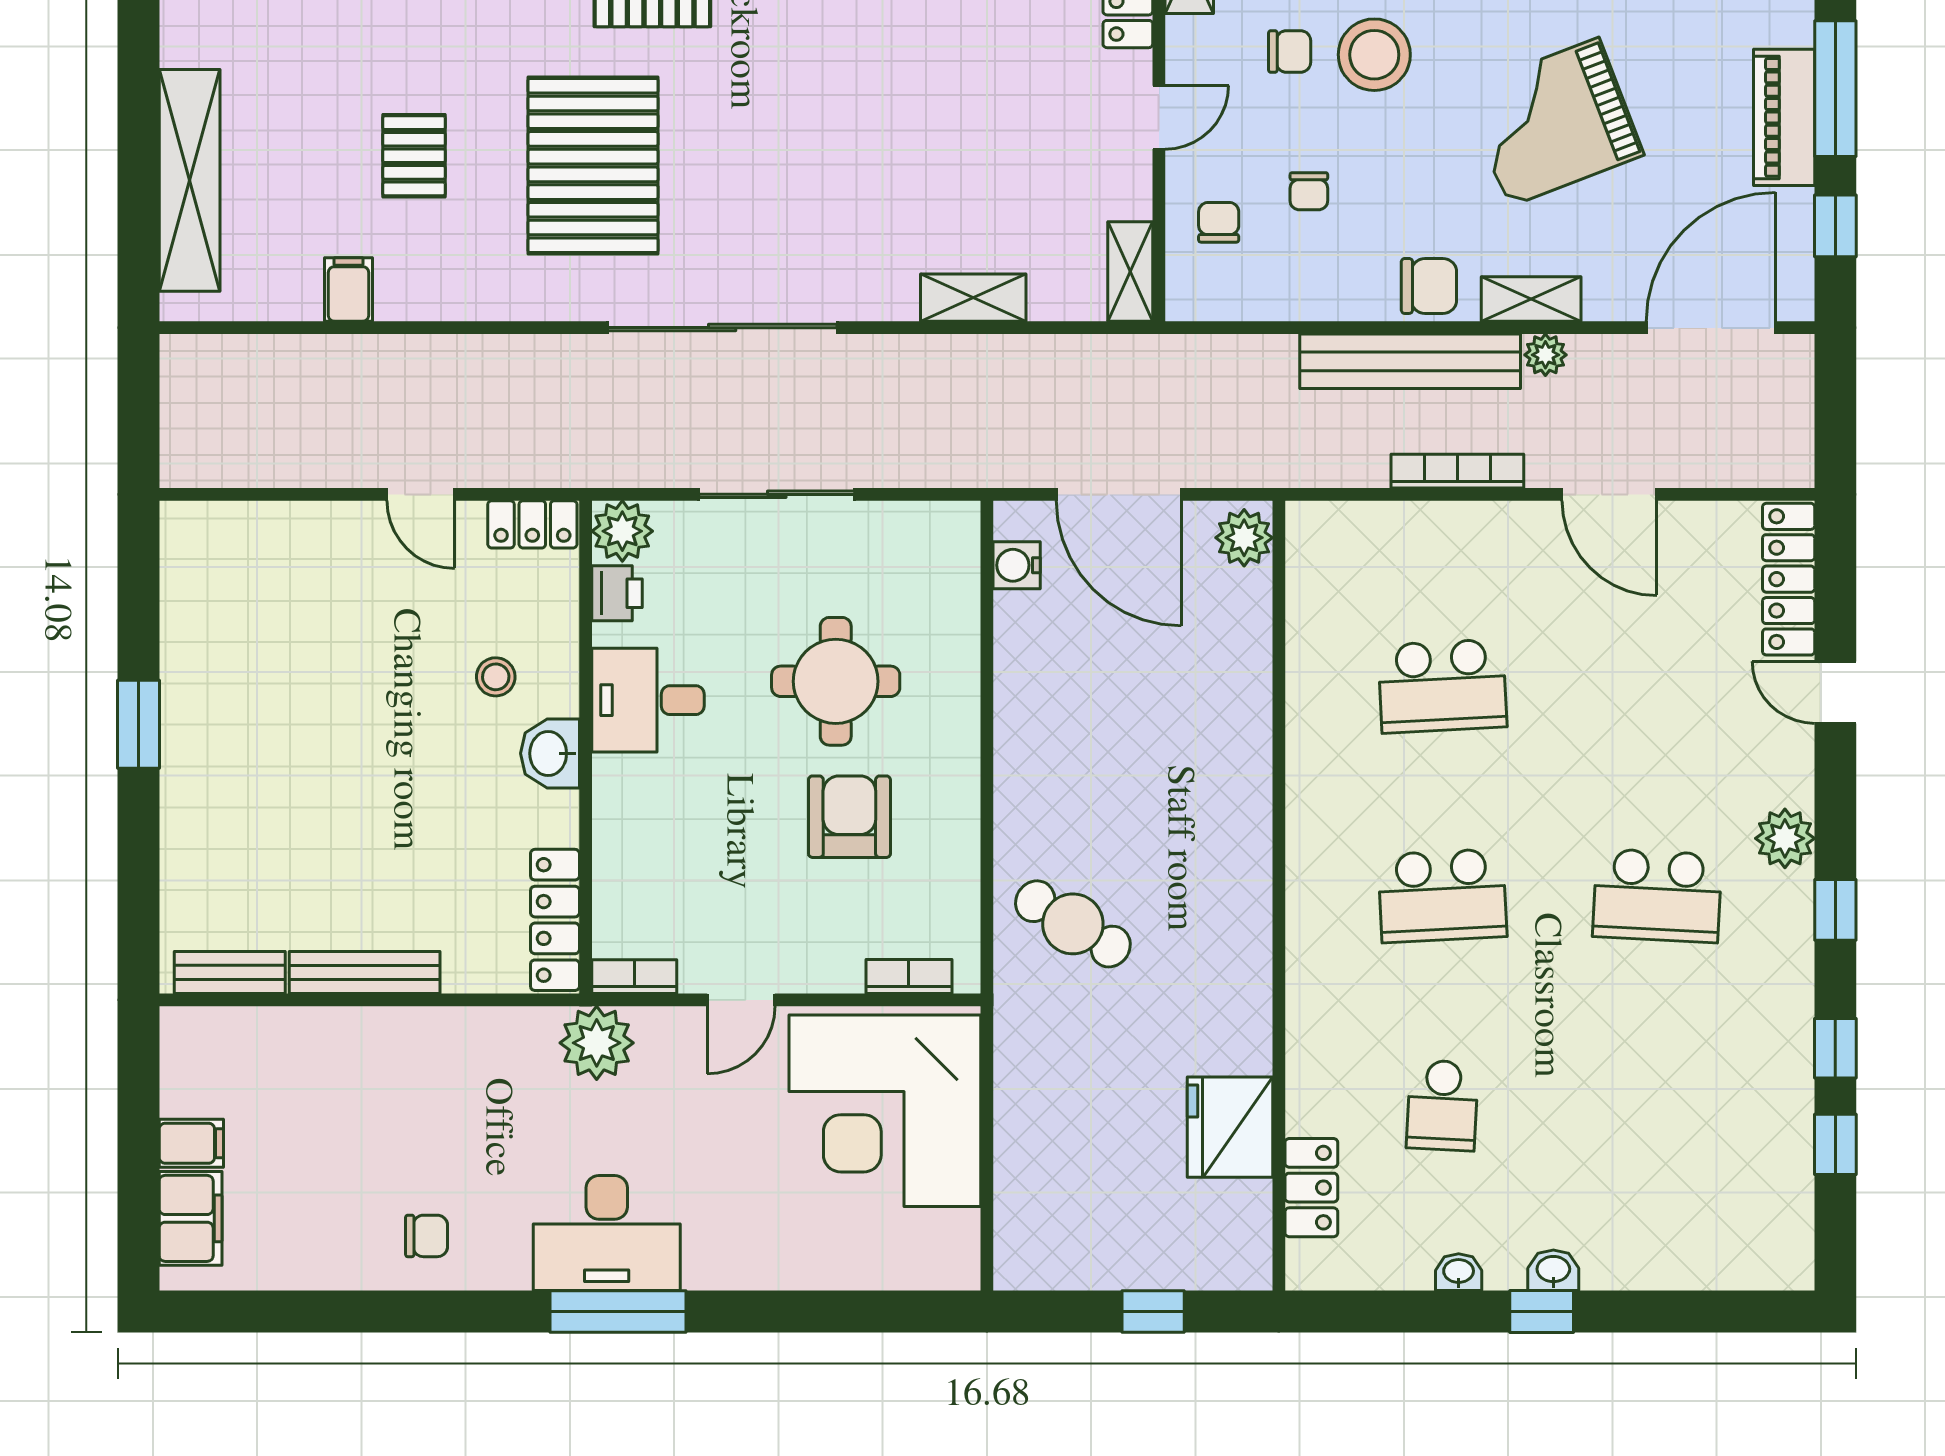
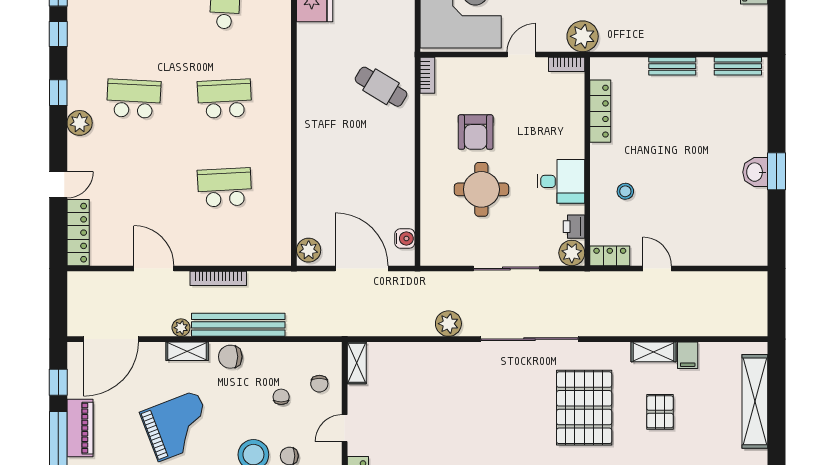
shelving: (973, 298) -> (653, 352), moved
plant: (914, 364) -> (448, 324), added
door: (1835, 692) -> (58, 185), hinge flipped
washbasin: (550, 753) -> (755, 172), moved, turned 180
locker: (555, 920) -> (600, 111), moved
bench: (365, 973) -> (672, 66), width x0.73
bookcase: (909, 977) -> (427, 75), moved, turned -90

